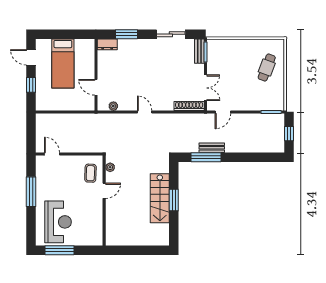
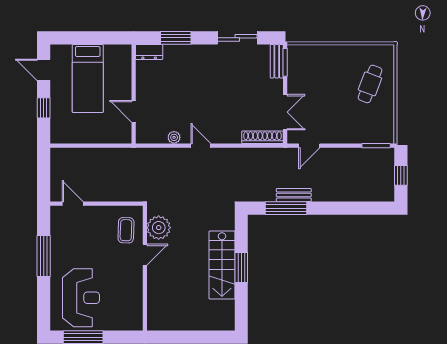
plant: (113, 106) -> (174, 137), moved
plant: (110, 167) -> (159, 228), width x1.88, depth x1.88

